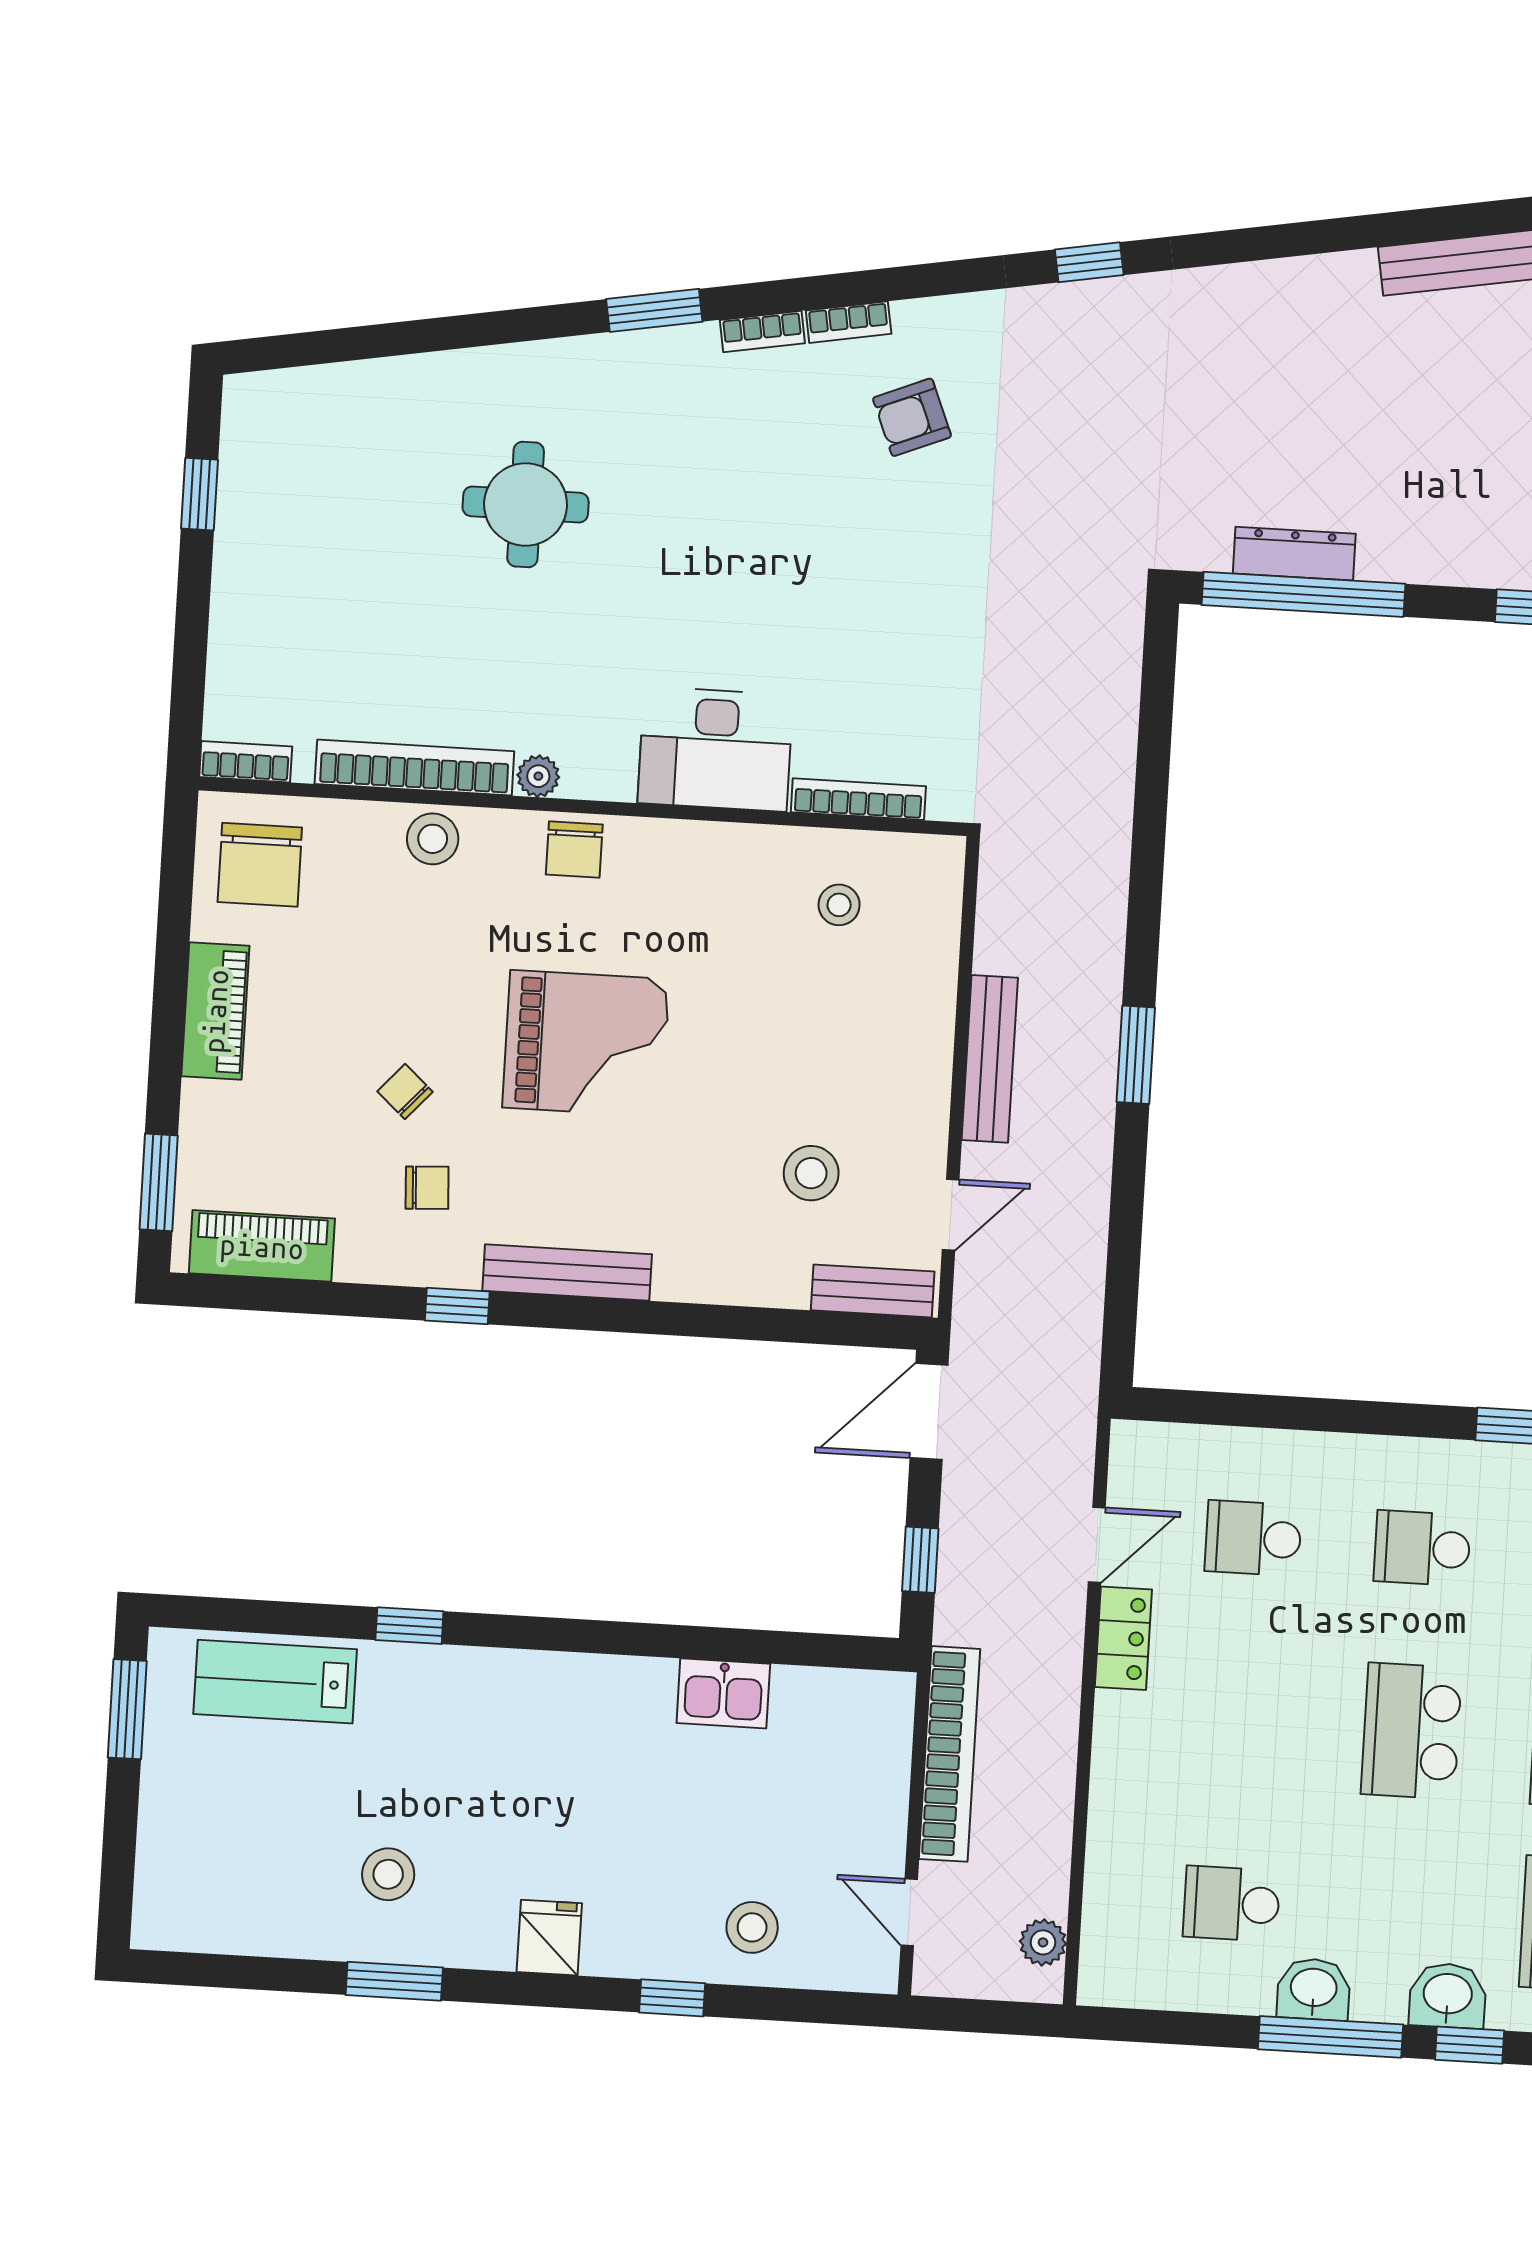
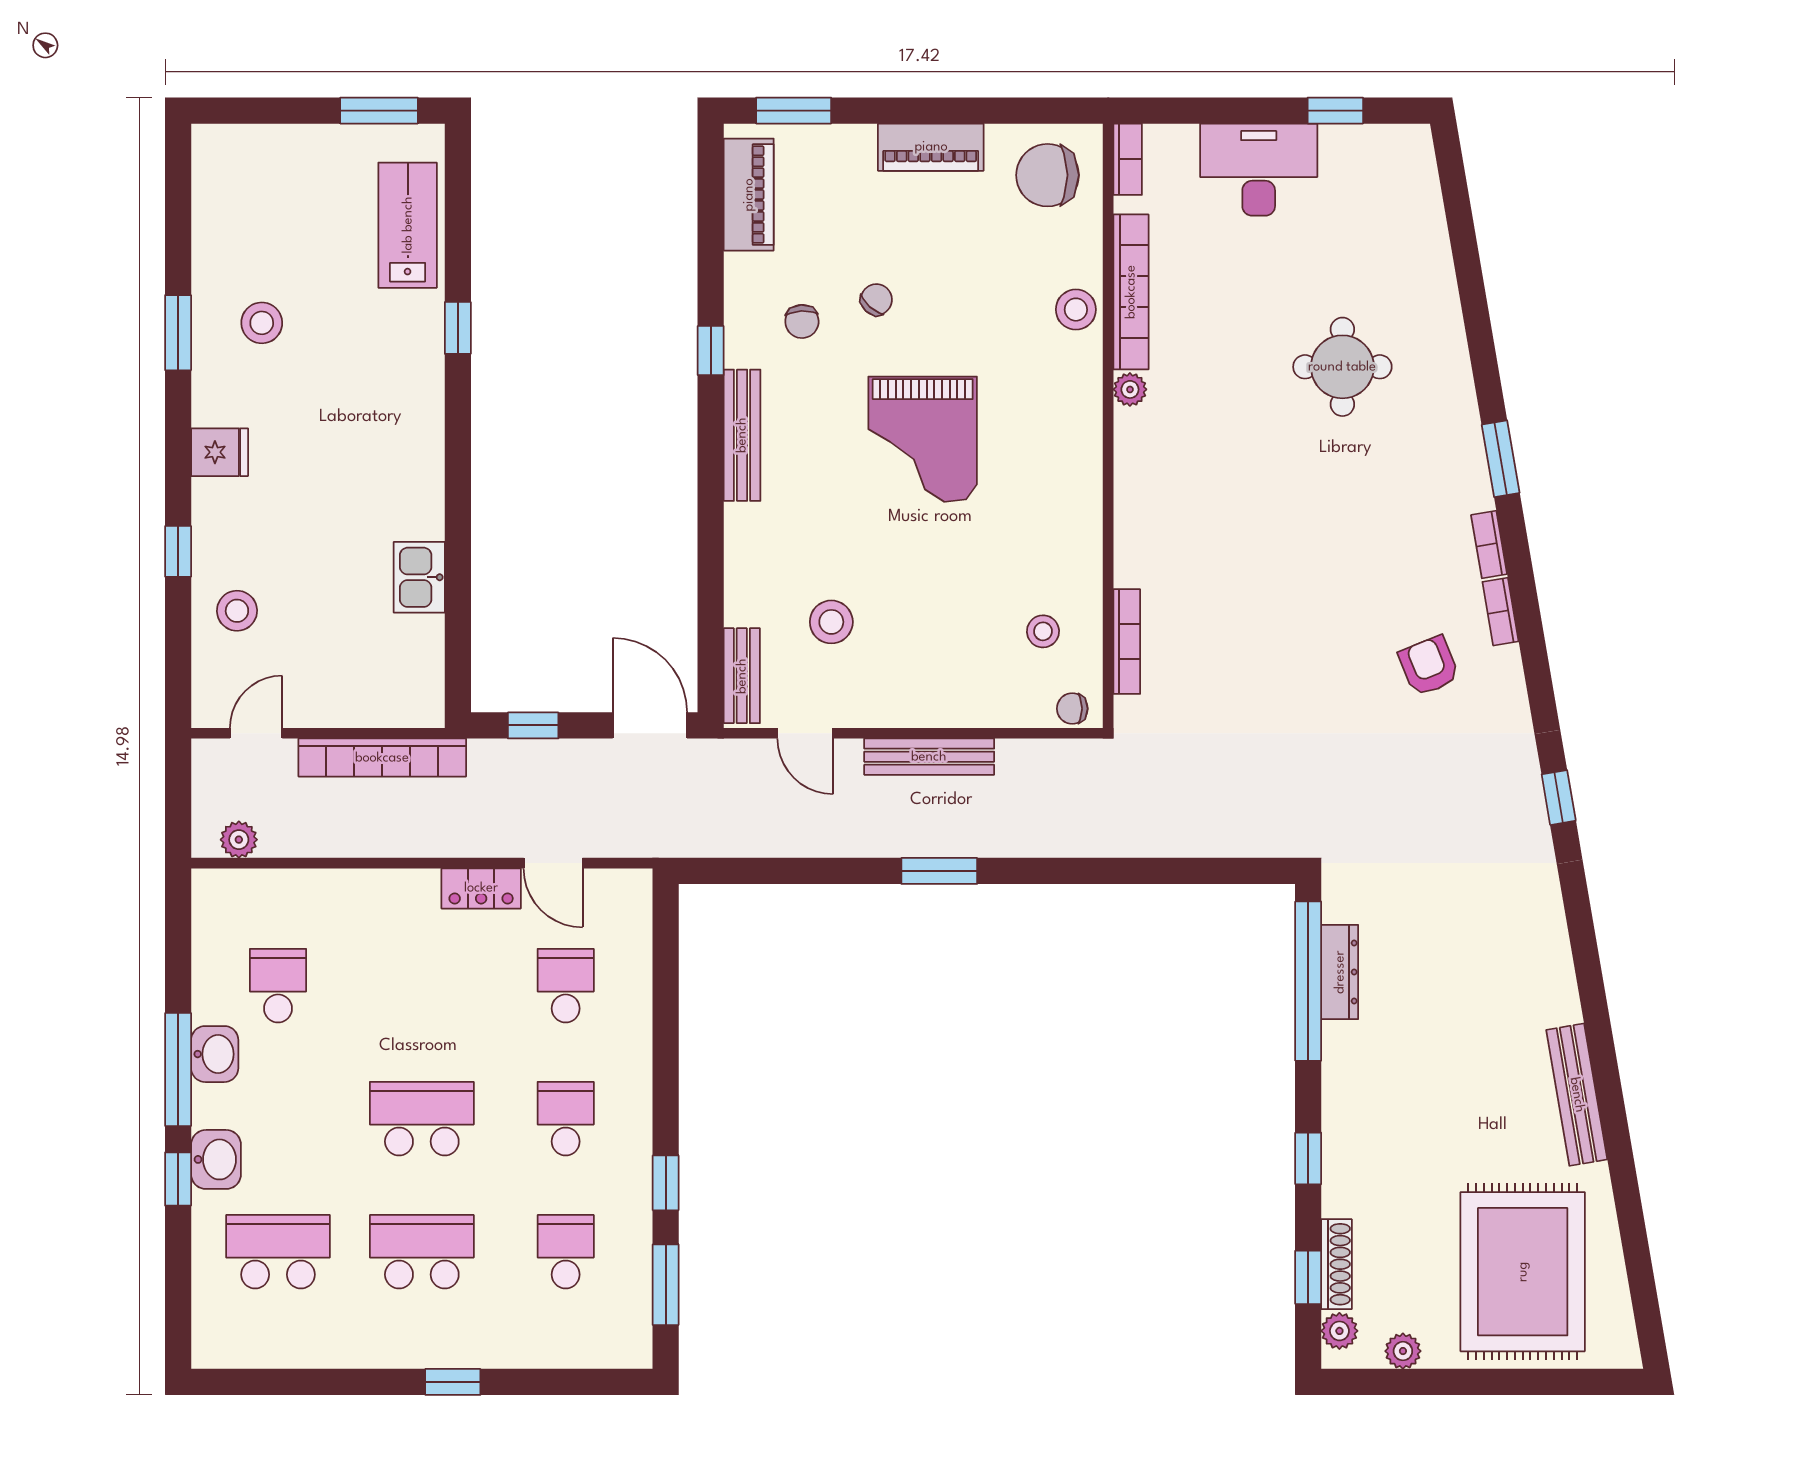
desk: (715, 749) -> (1259, 170), moved, turned 90
chair: (574, 850) -> (1072, 709), moved, width x0.73, depth x0.73

